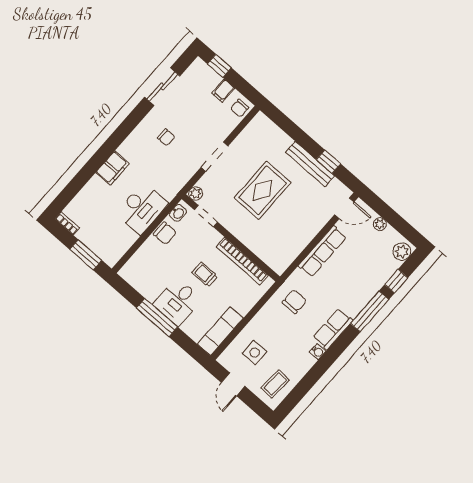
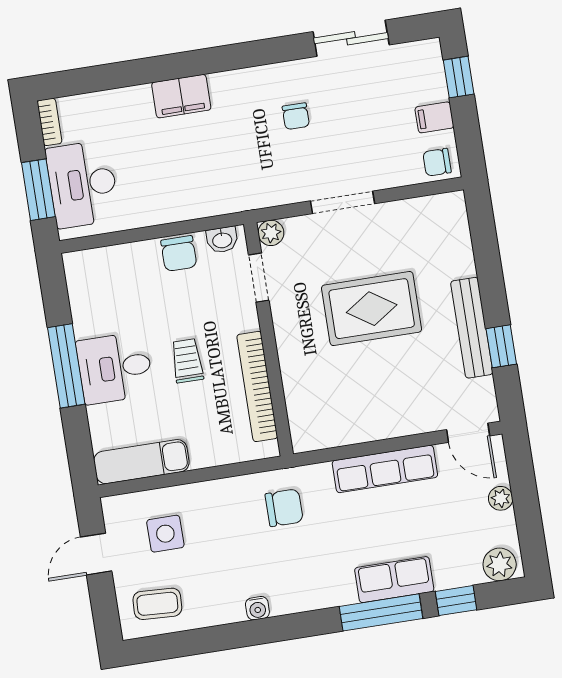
desk: (142, 208) -> (83, 184), moved, turned 90
row of seats: (333, 329) -> (394, 580), moved

